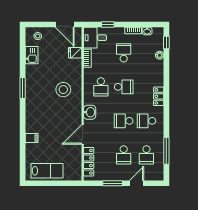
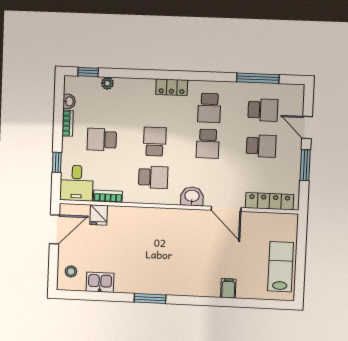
stool: (63, 90) -> (155, 236), removed

